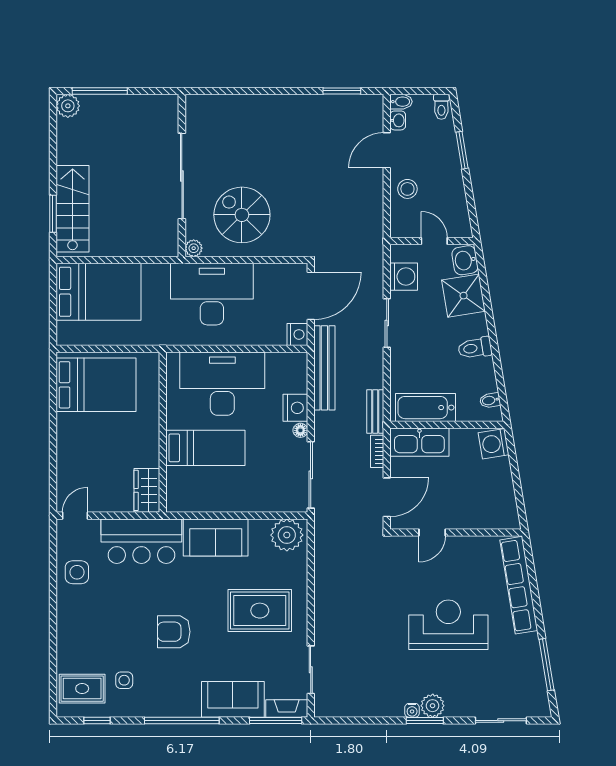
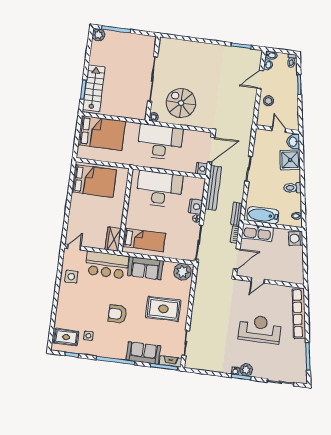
washing machine: (404, 277) -> (261, 146), removed
bed: (205, 448) -> (144, 240), moved

